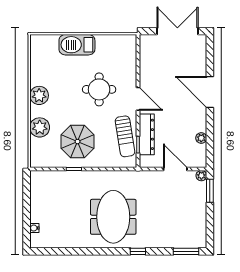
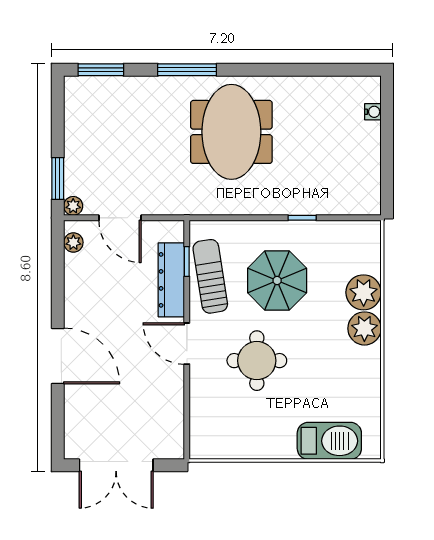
barbecue: (77, 45) -> (329, 441), moved
plant: (39, 95) -> (364, 328), moved
plant: (201, 138) -> (73, 242), moved
parasol: (78, 142) -> (277, 281), moved
window: (138, 251) -> (187, 70), width x2.17

